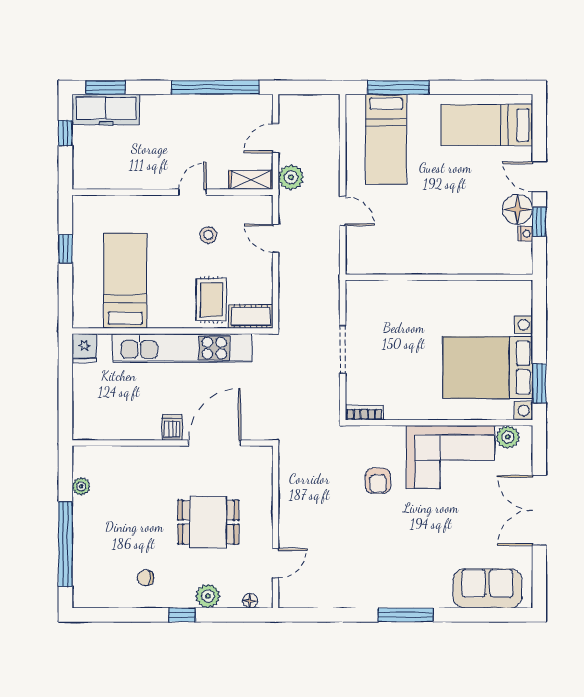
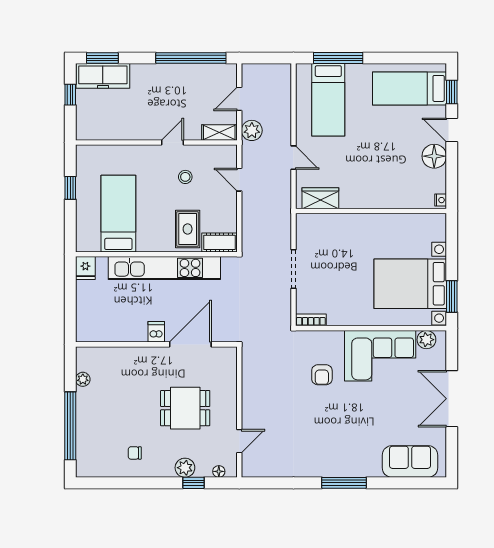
window: (539, 222) -> (452, 92), moved
nightstand: (525, 234) -> (441, 200), moved
wardrobe: (376, 261) -> (320, 198), added
window: (182, 615) -> (193, 483), moved

